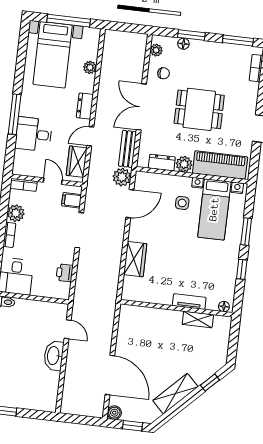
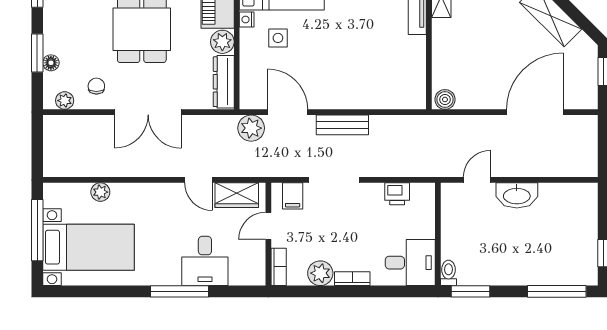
dresser: (85, 106) -> (156, 193), removed
bench: (128, 149) -> (342, 125), moved
dresser: (162, 163) -> (224, 82), width x1.44
wardrobe: (135, 259) -> (366, 95), removed
boiler: (114, 413) -> (445, 99), moved

